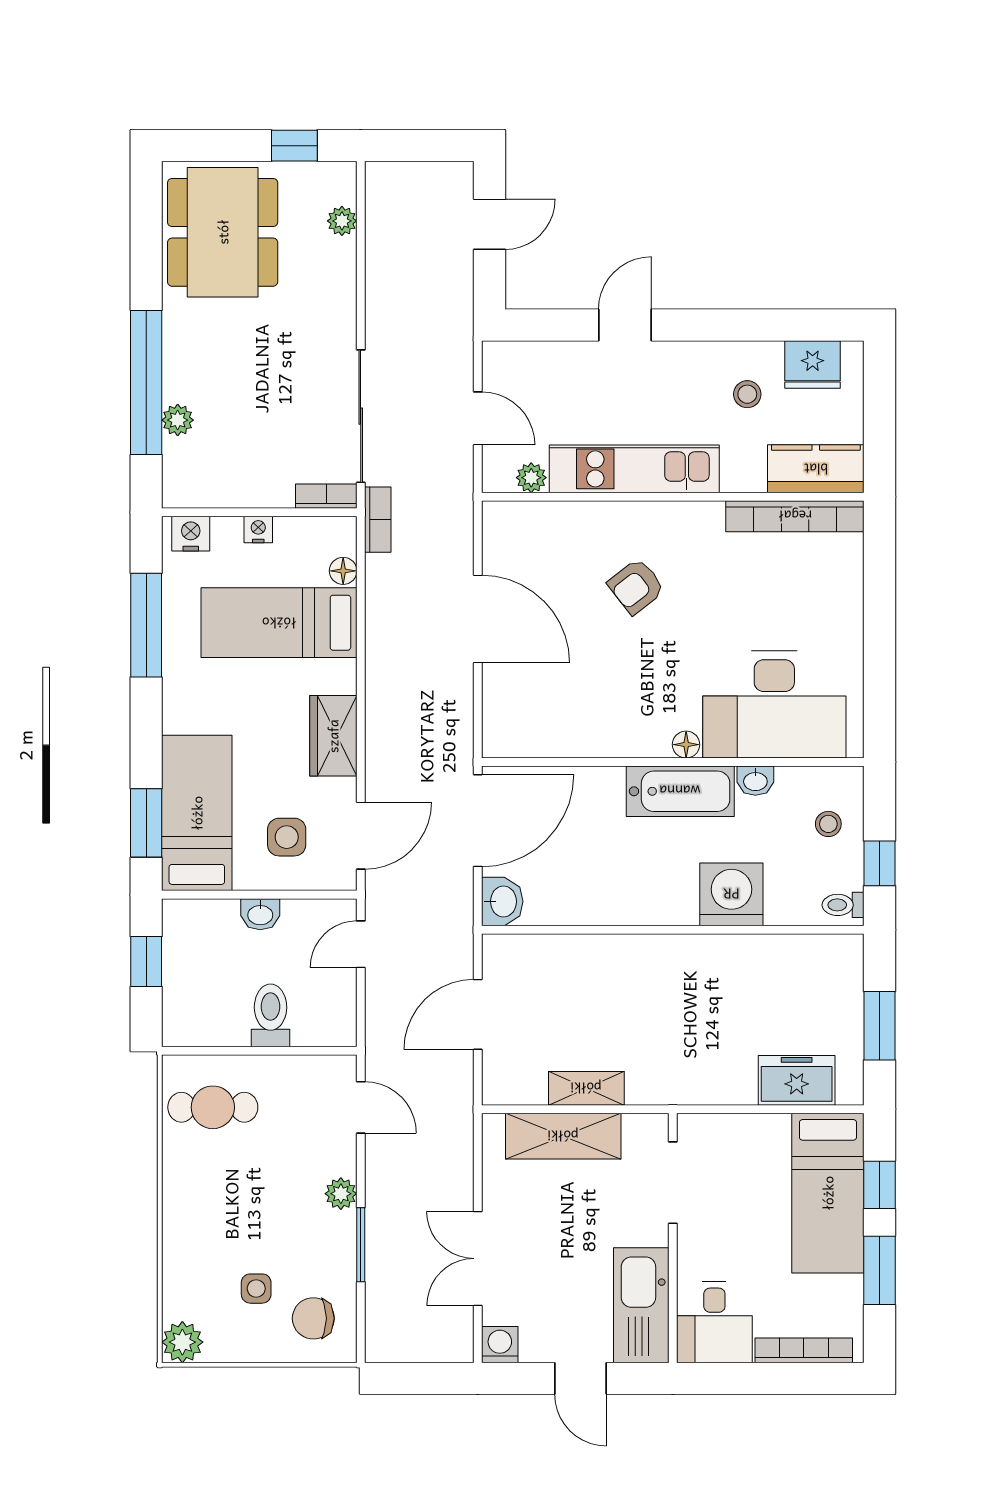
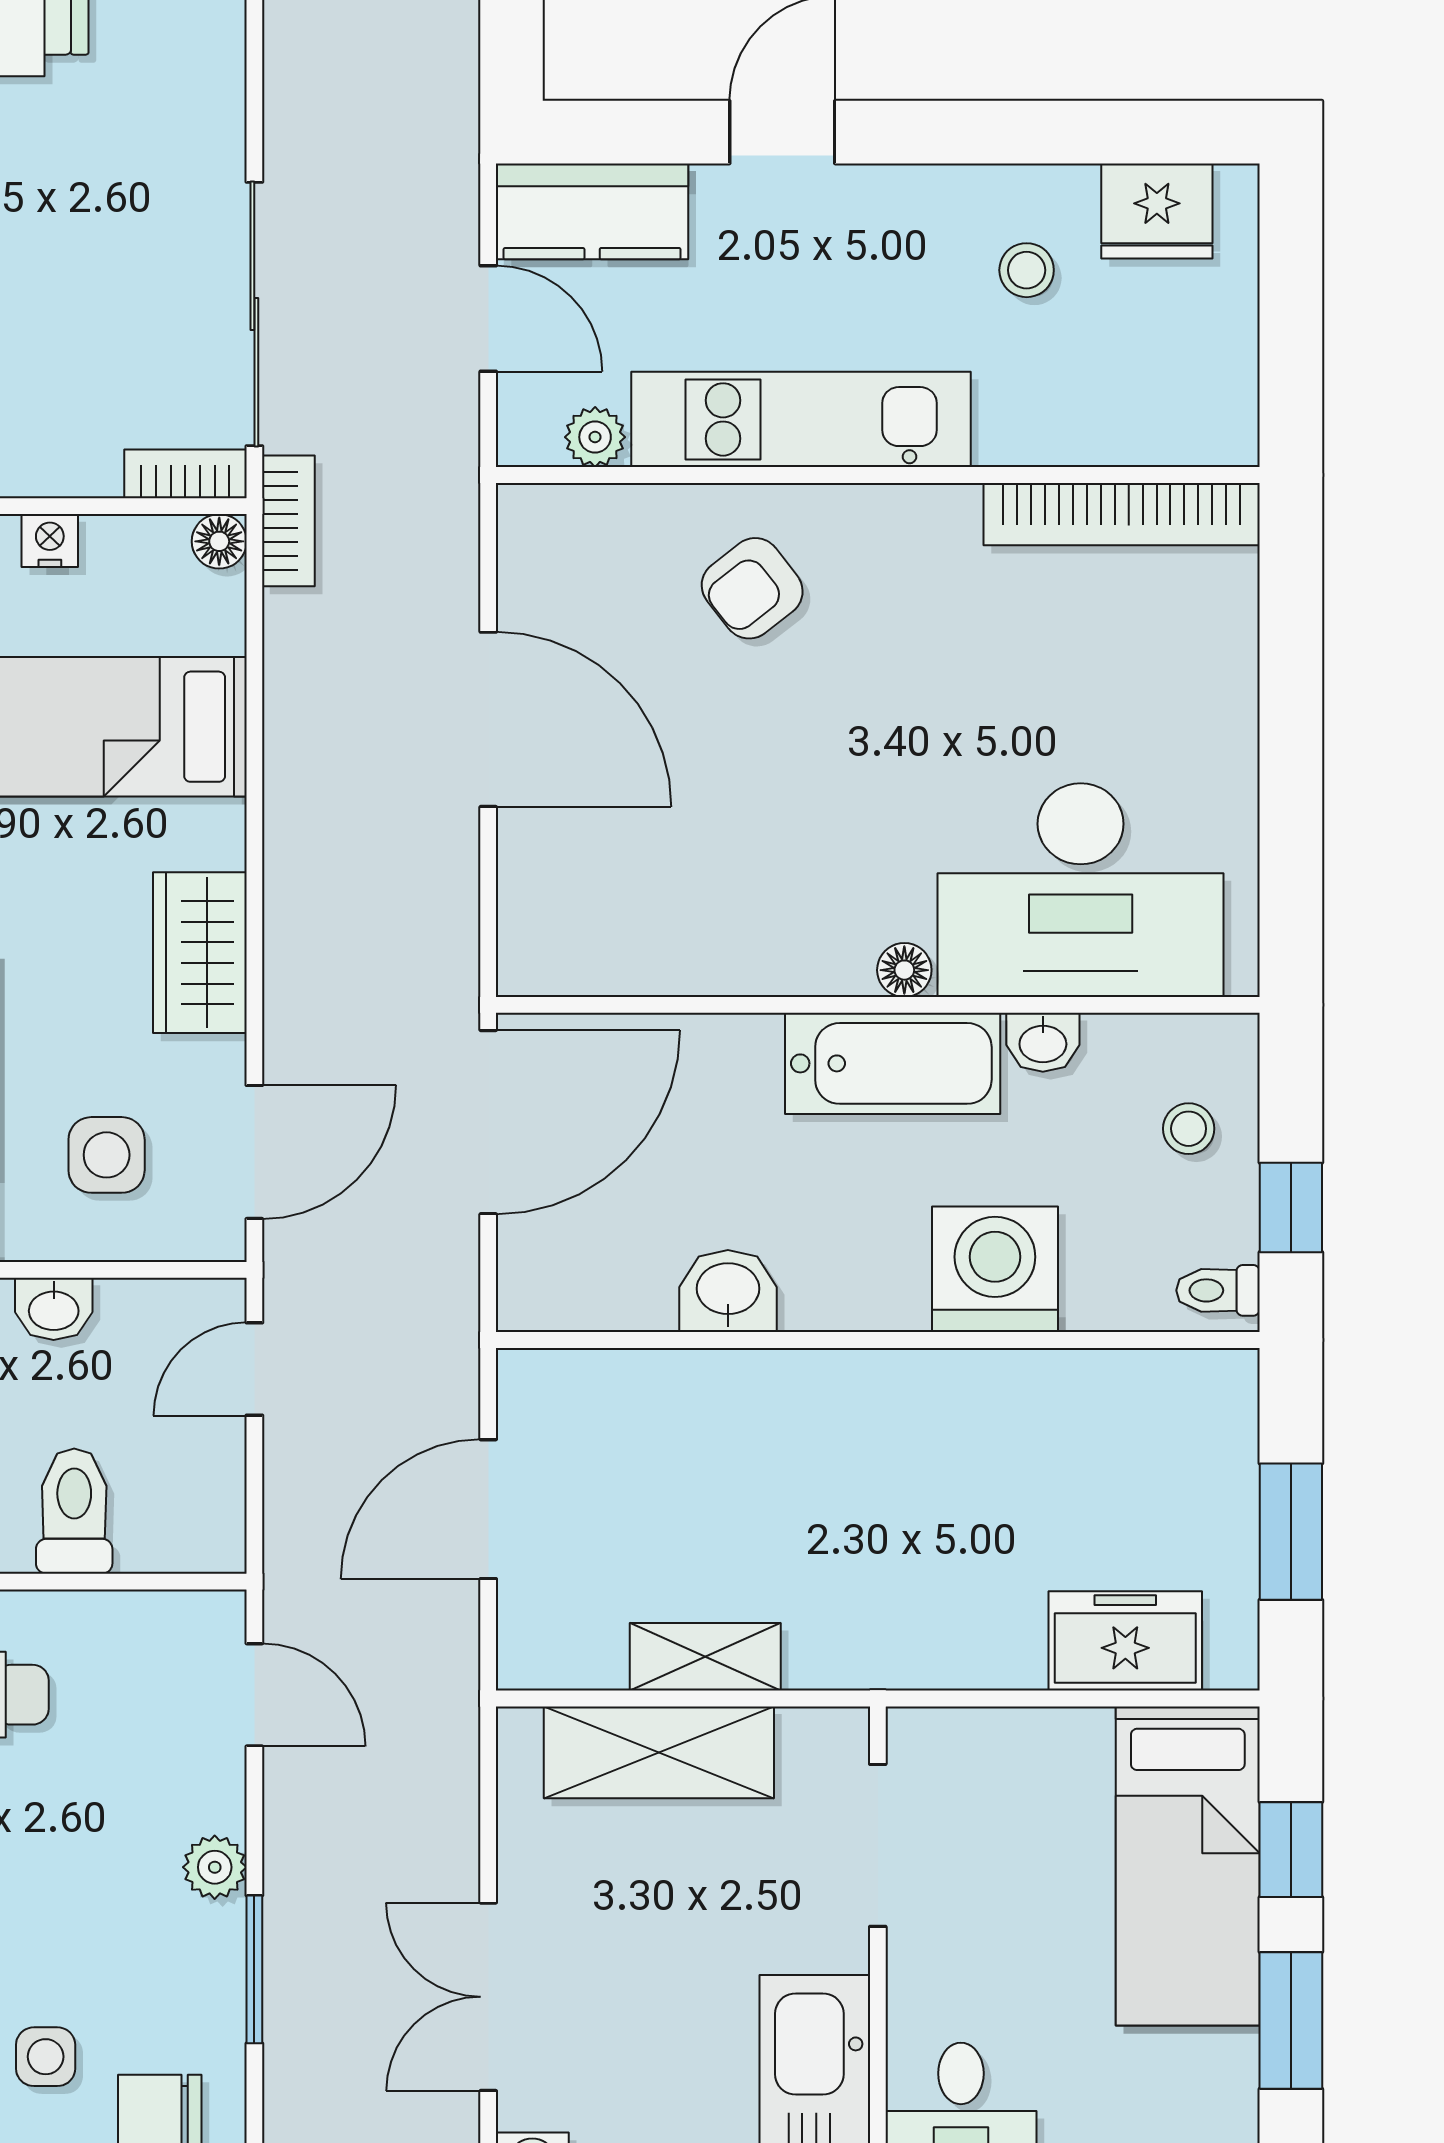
kitchen counter: (816, 469) -> (592, 211), moved, turned 180
floor lamp: (343, 571) -> (219, 541), moved
armchair: (636, 586) -> (752, 588), moved
washbasin: (502, 901) -> (728, 1291), moved, turned -90

